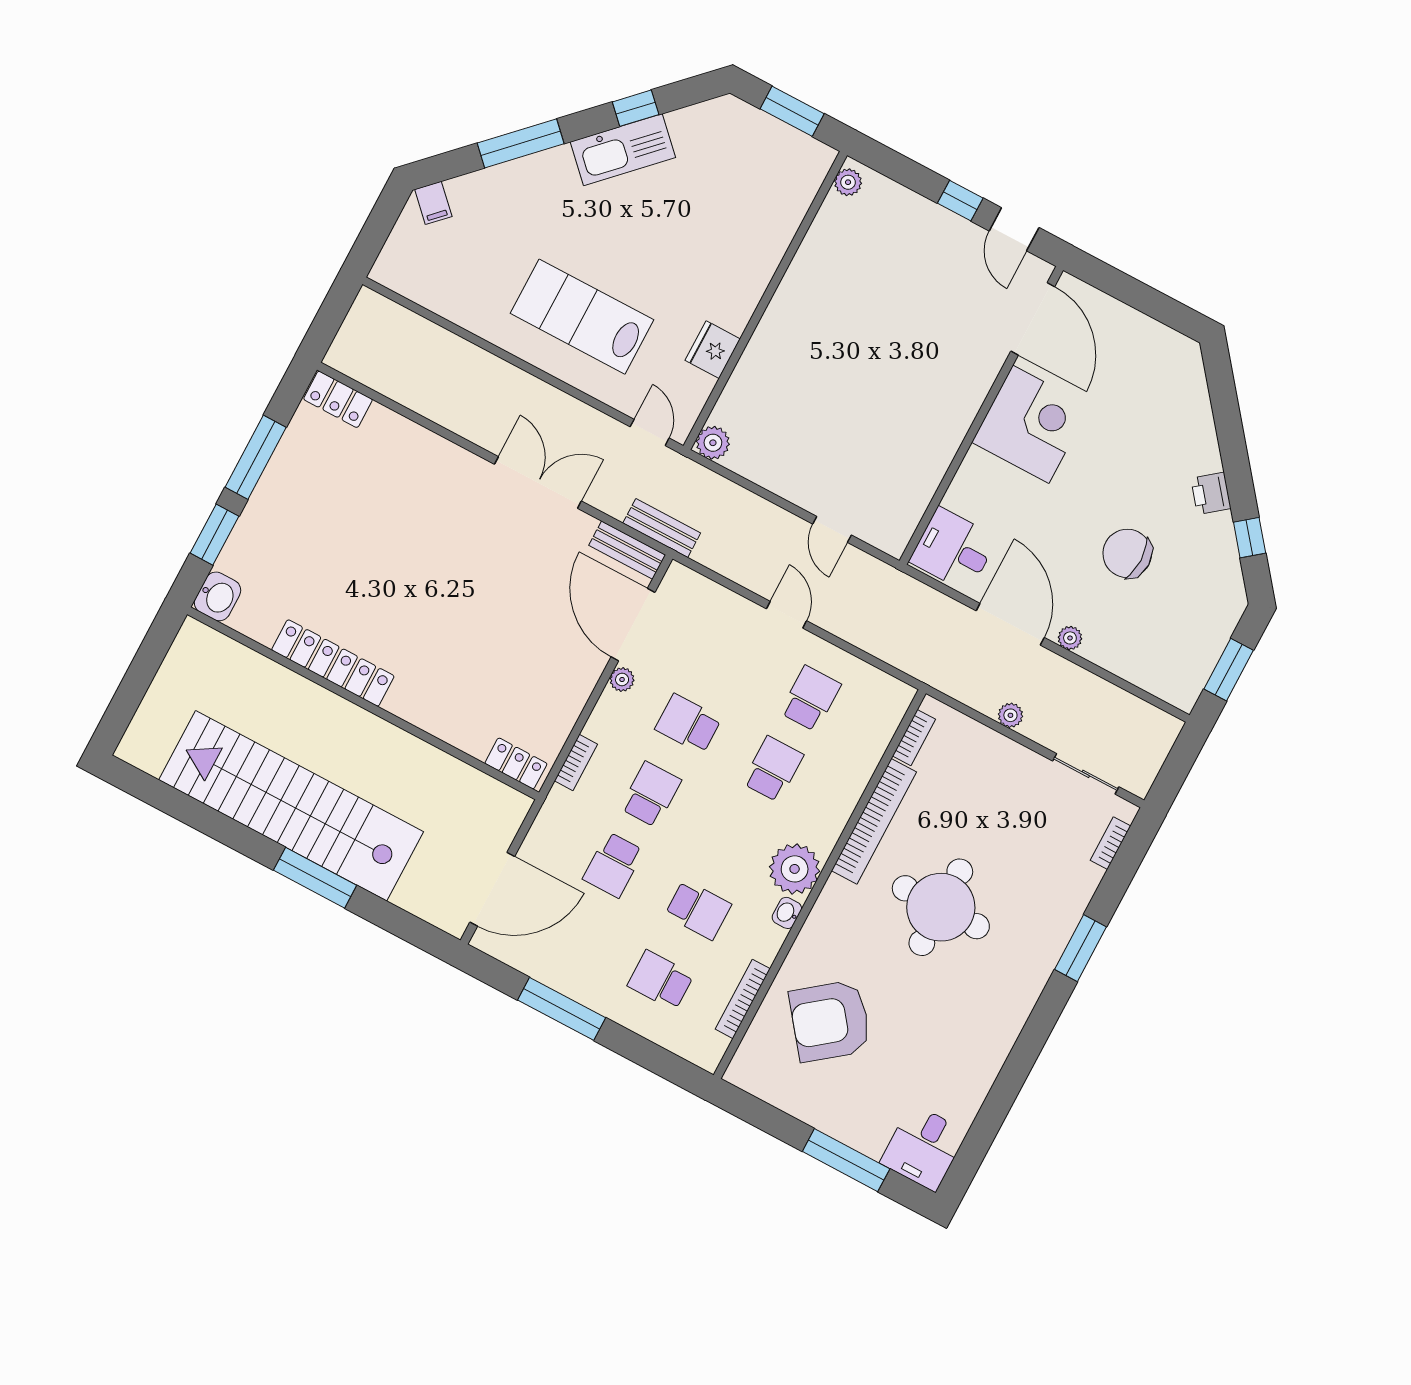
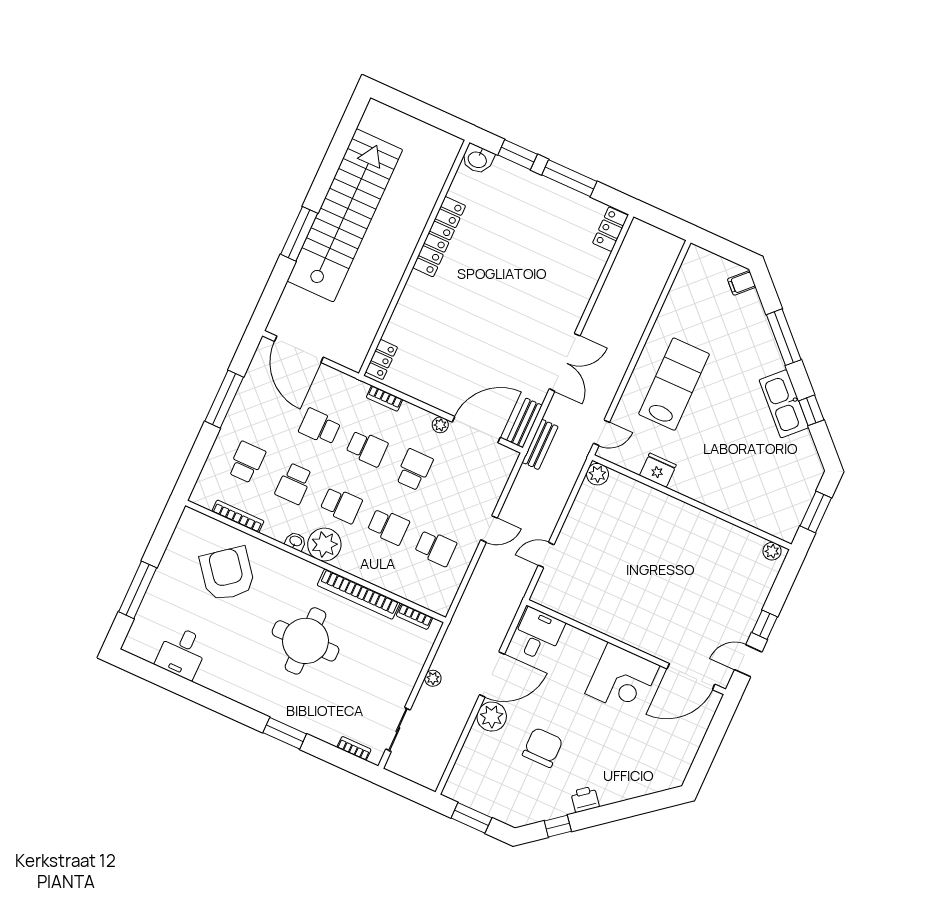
plant: (1070, 638) -> (492, 717), width x1.88, depth x1.88
school desk: (735, 839) -> (341, 505), added
desk: (924, 1147) -> (182, 653), moved, turned -90

